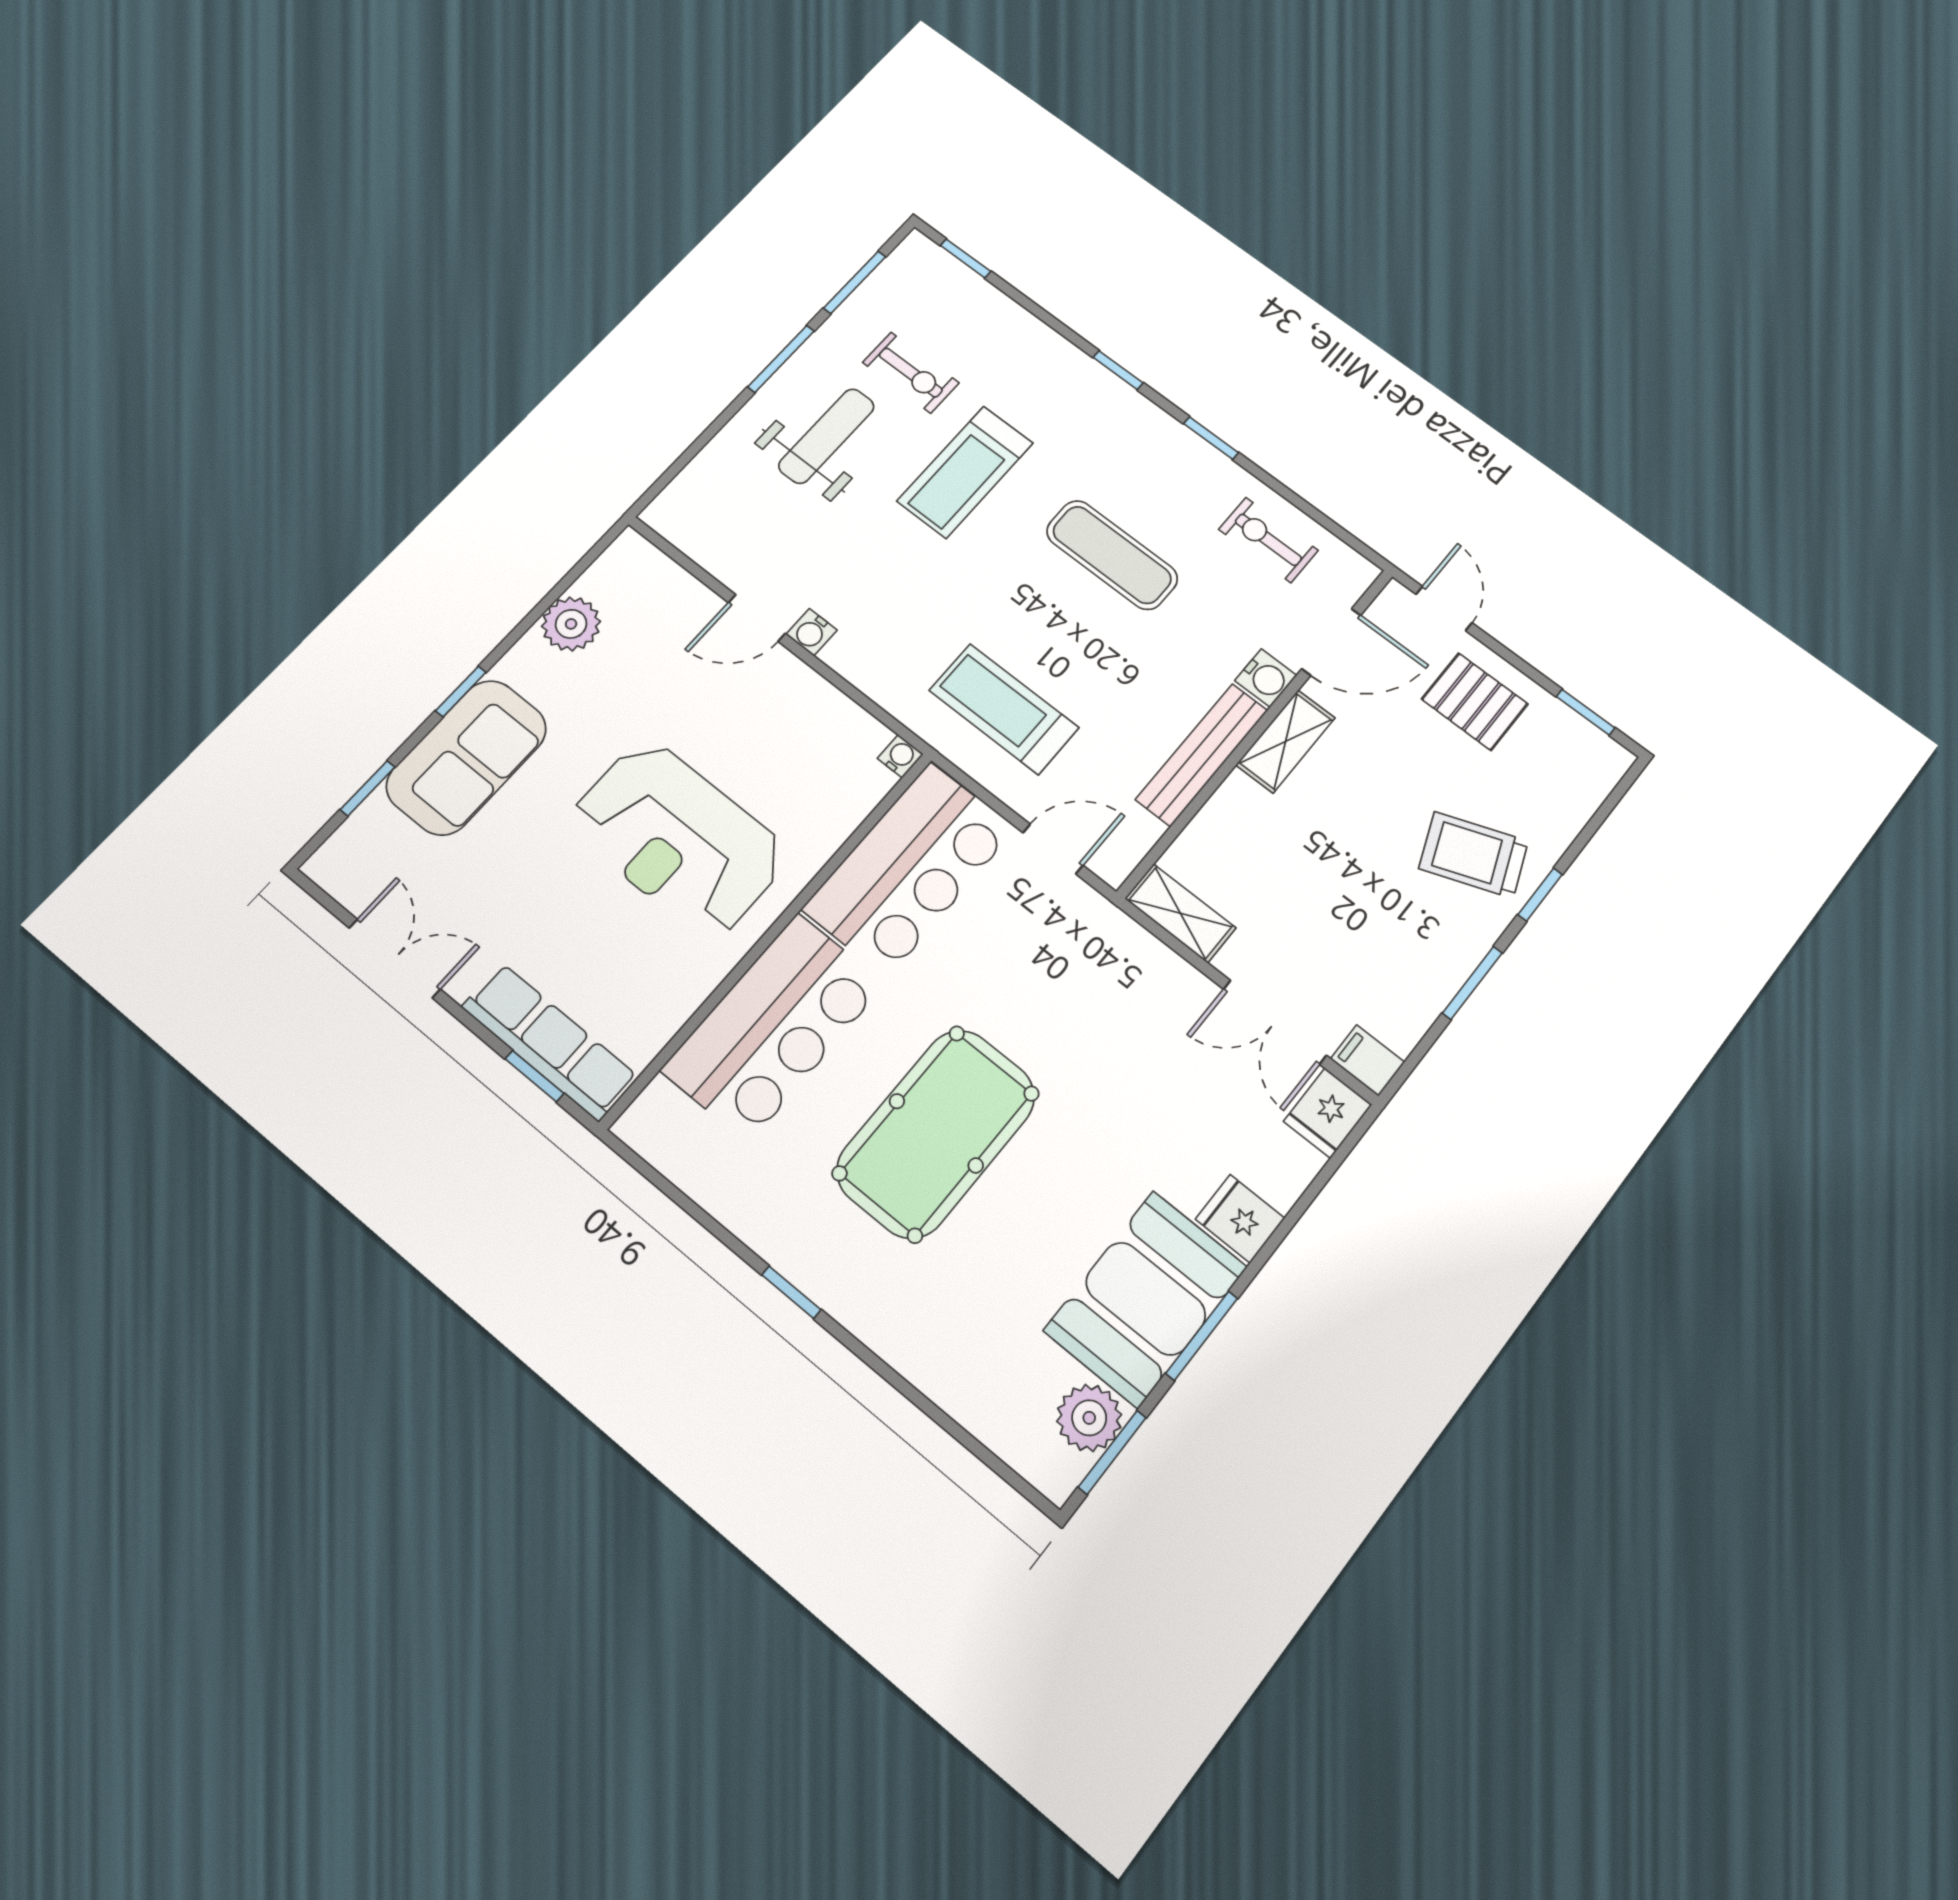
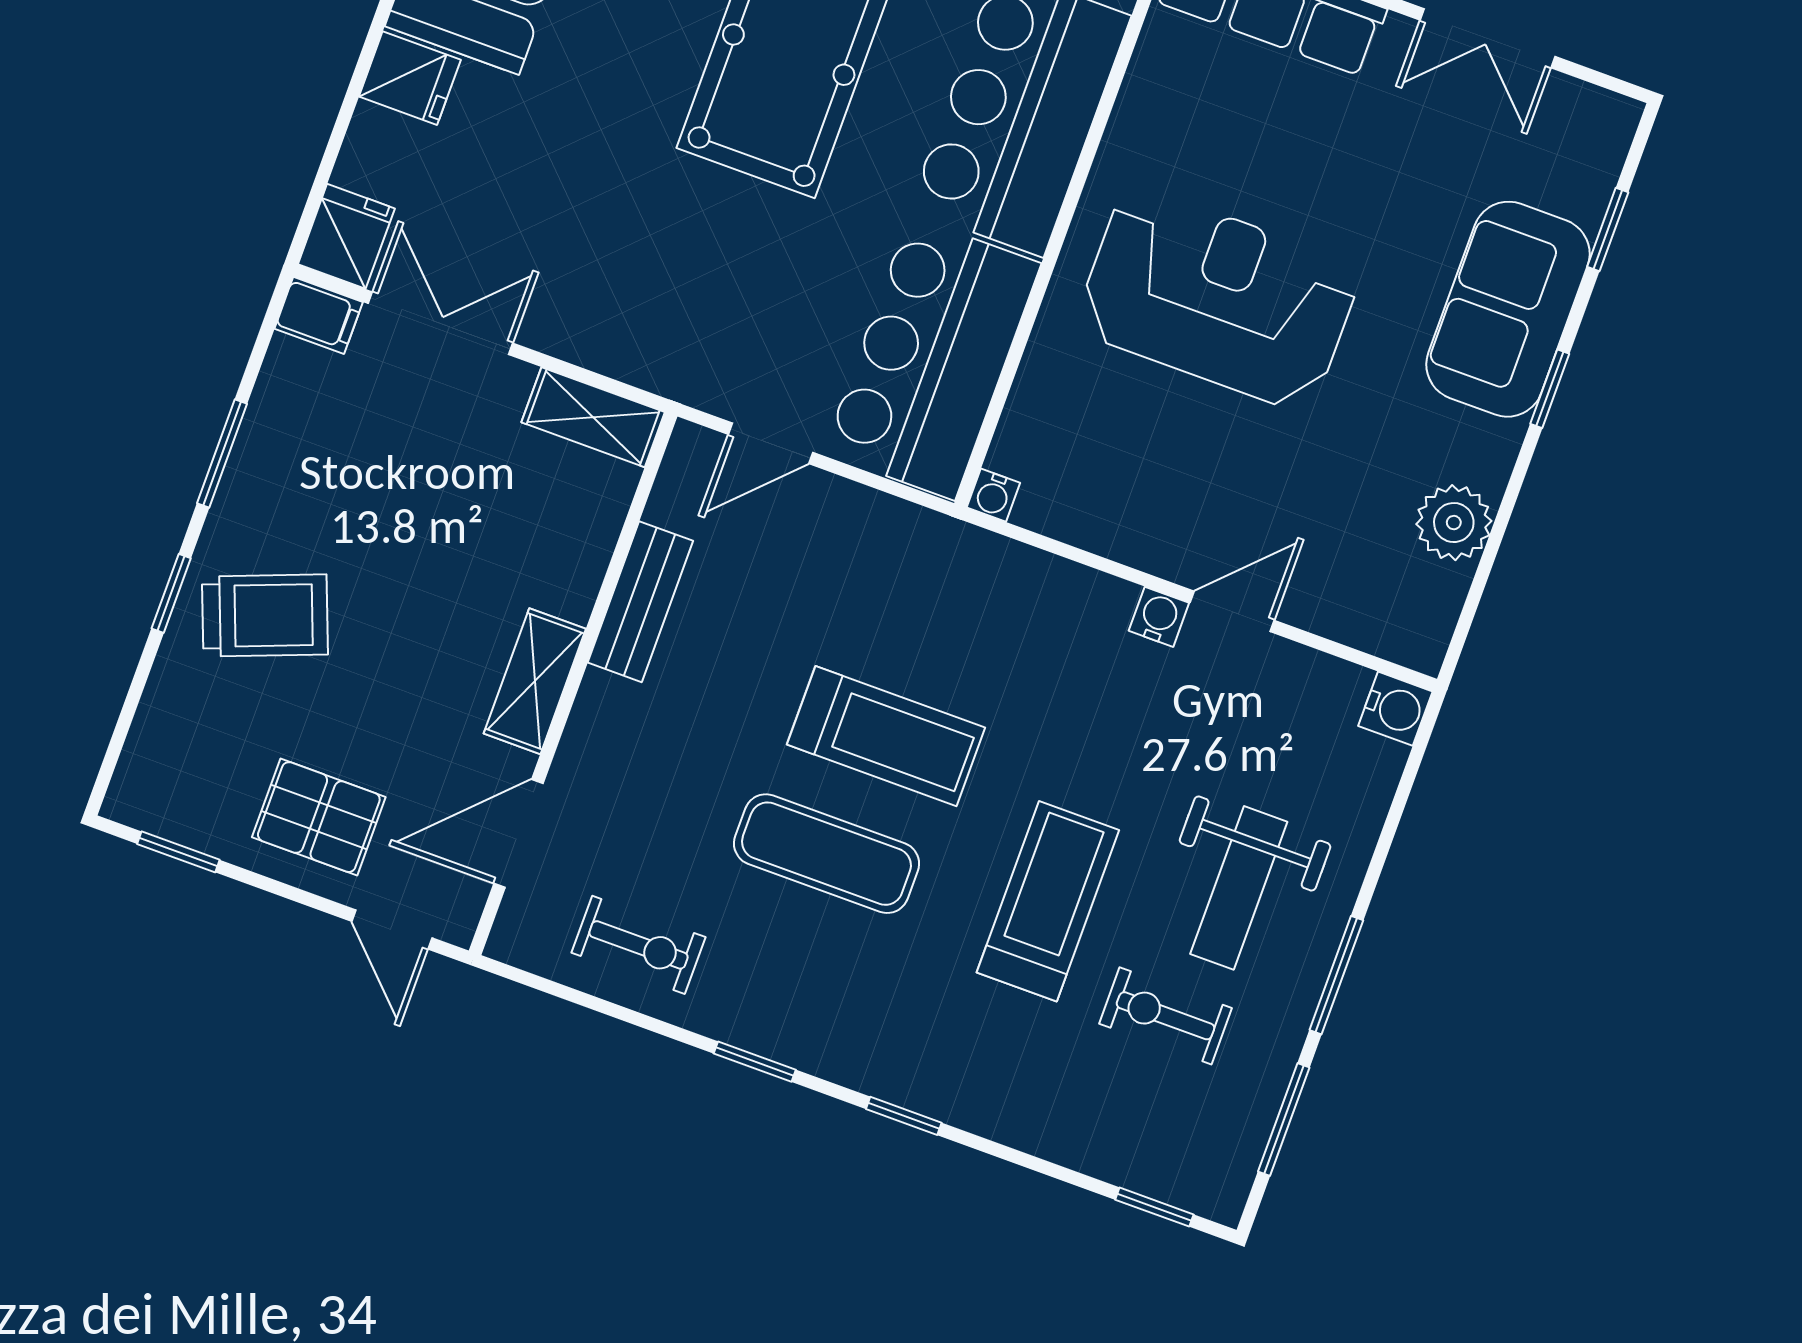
water cooler: (1266, 678) -> (1395, 709), moved, turned 180
treadmill: (1004, 709) -> (886, 736), moved
bench: (1202, 755) -> (640, 602), width x0.73

